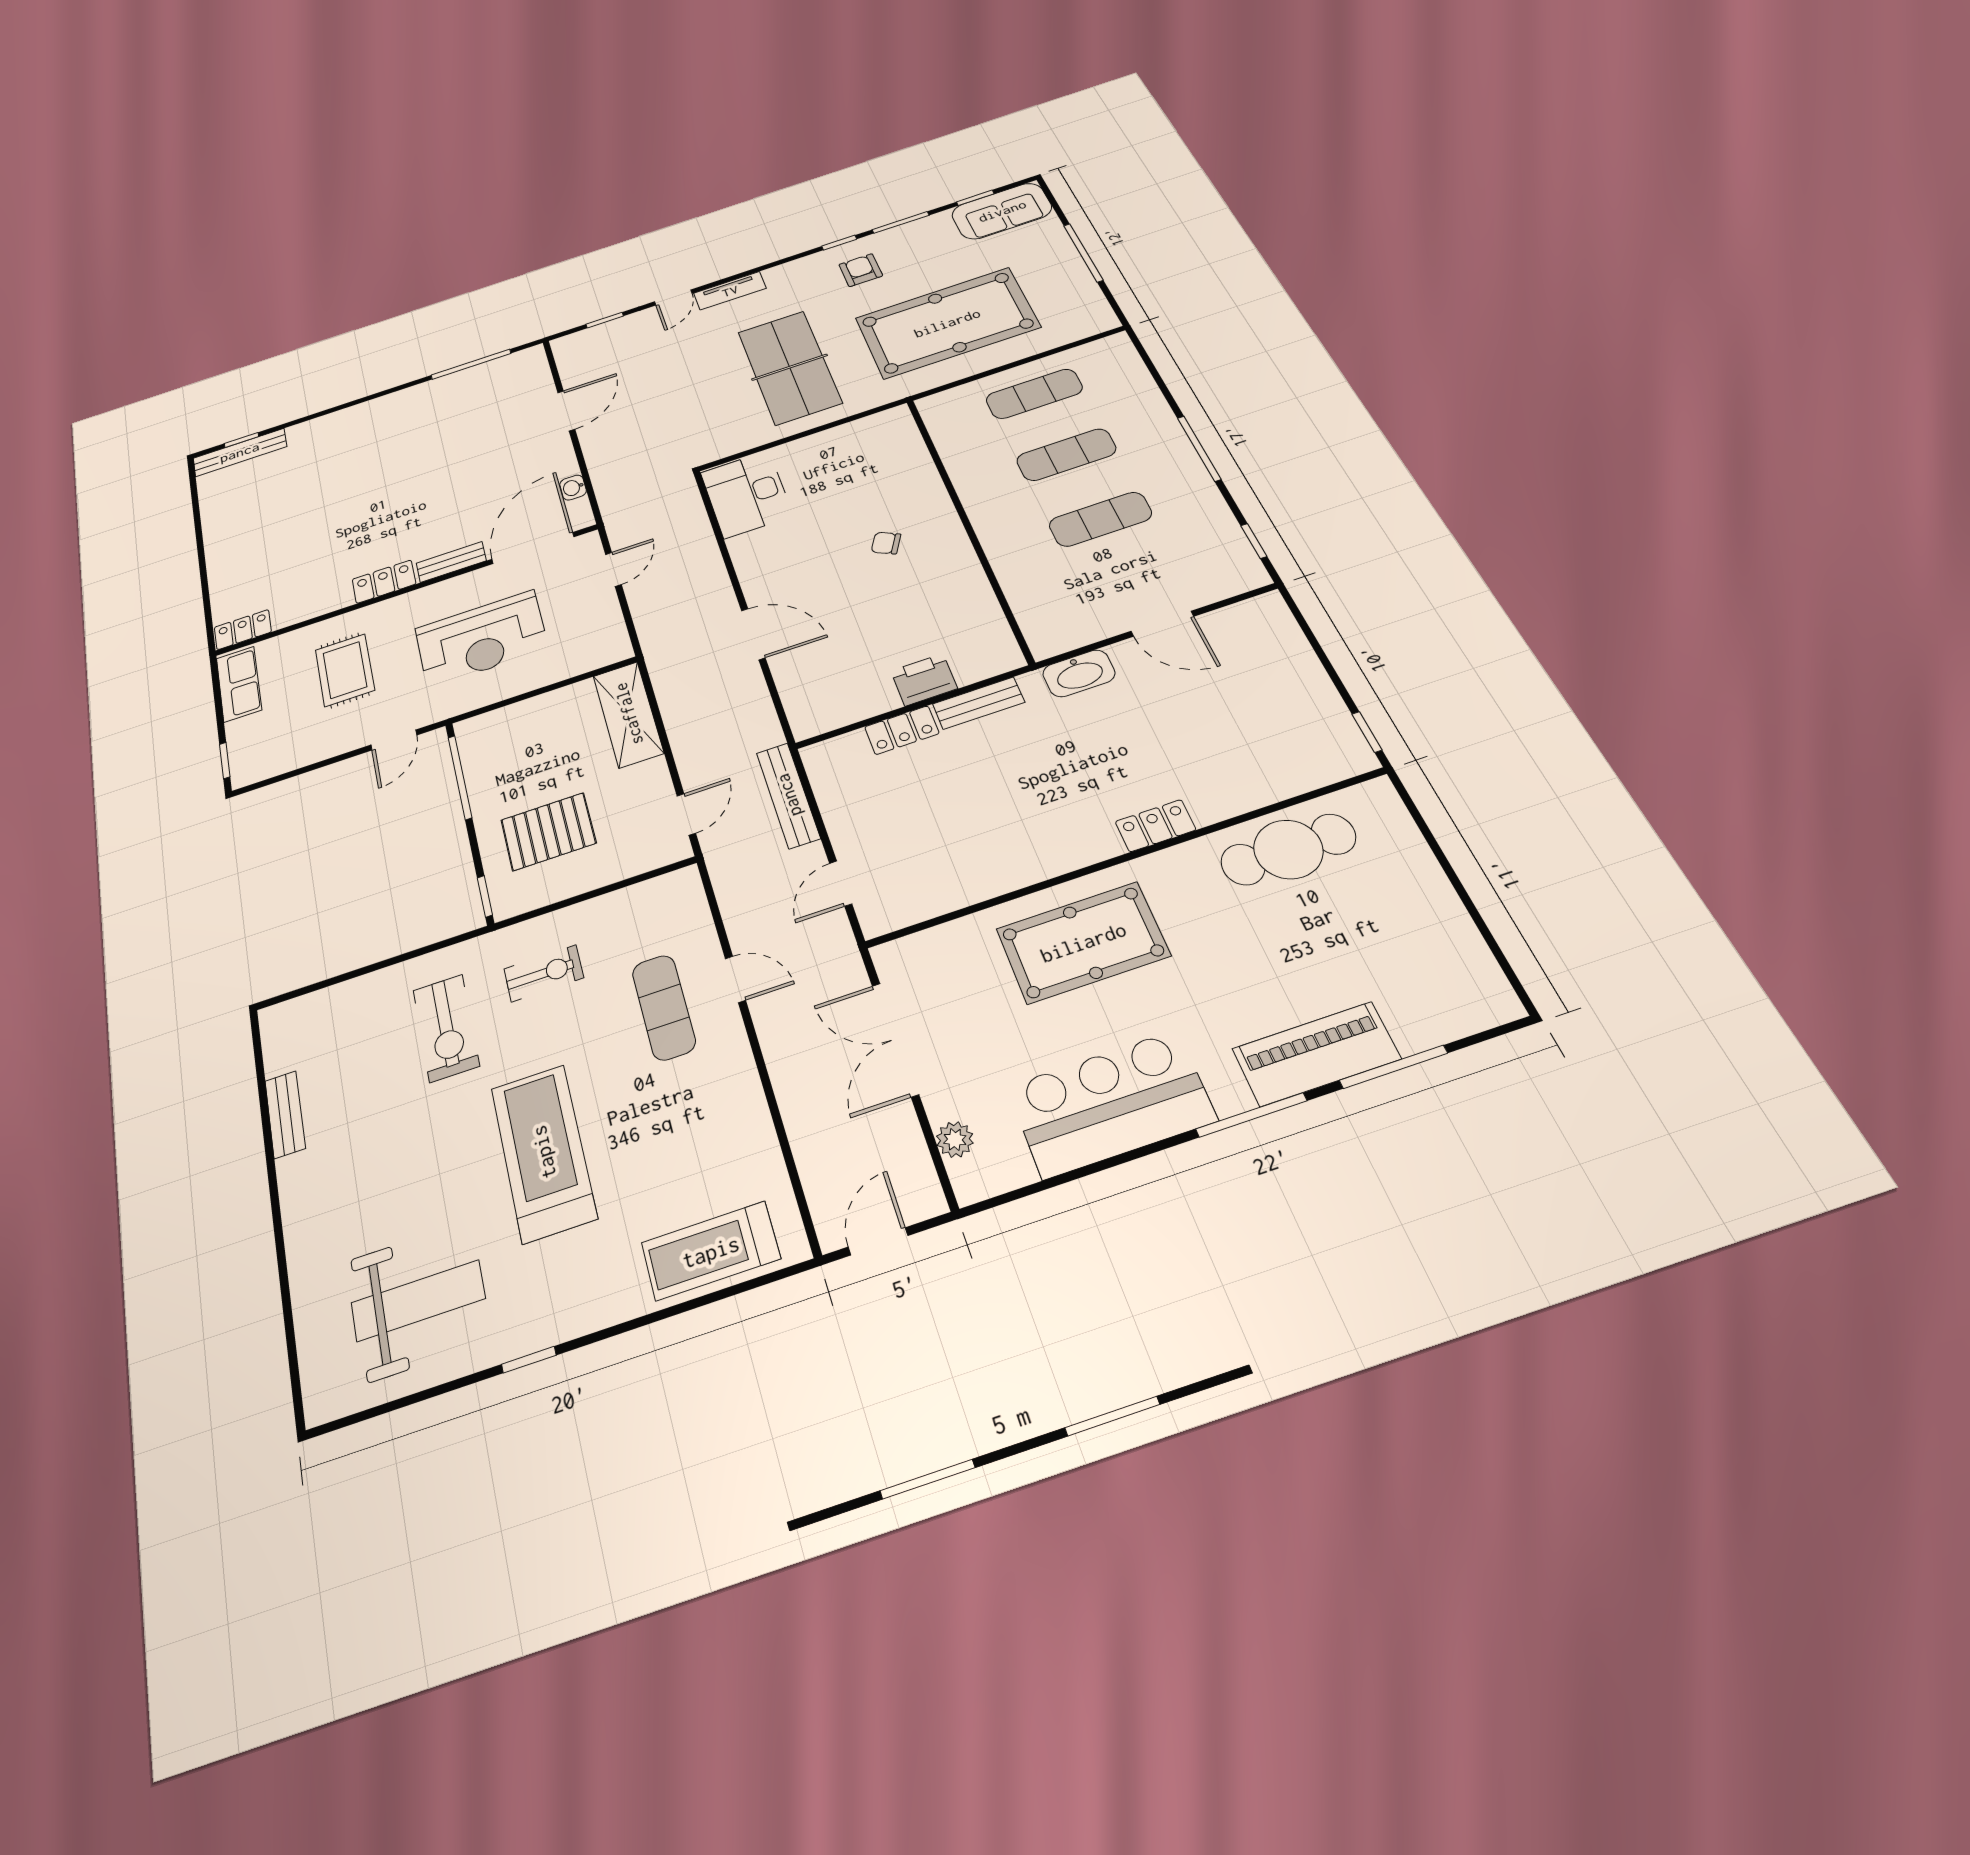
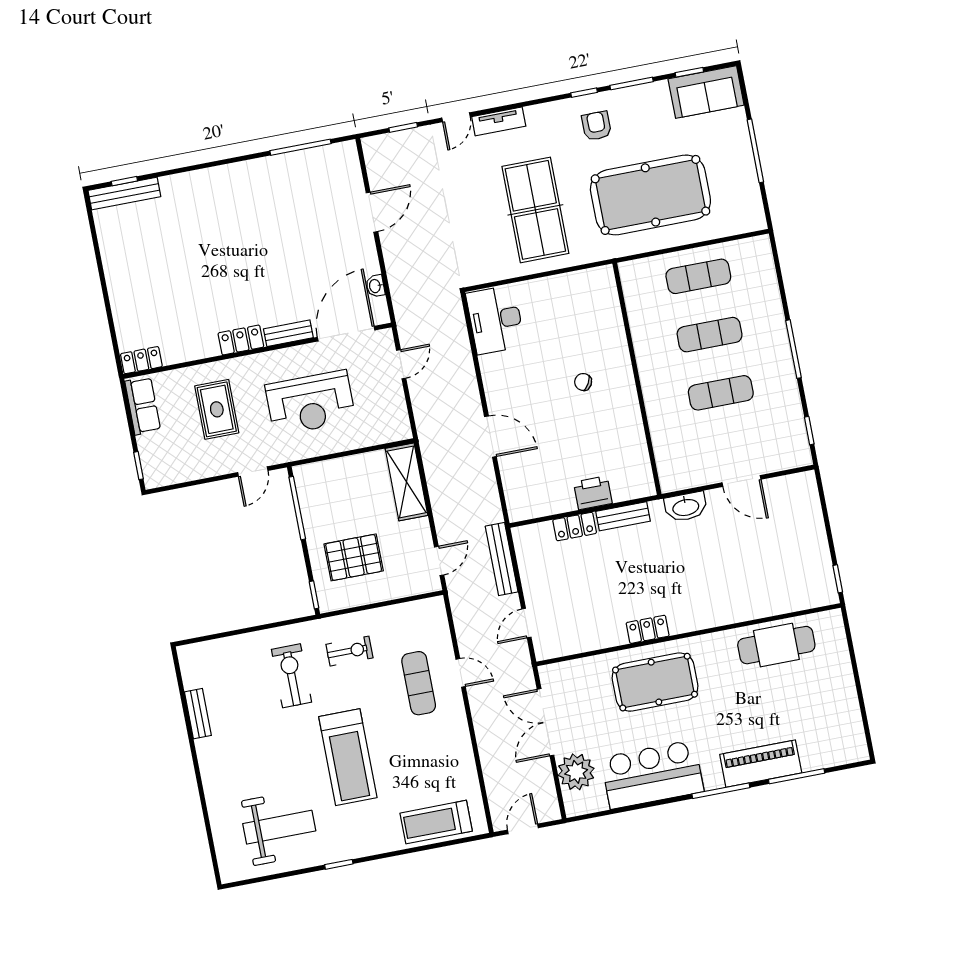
locker: (1155, 826) -> (648, 629), moved
exercise bike: (446, 1028) -> (292, 676), turned 180
plant: (955, 1140) -> (576, 772), width x1.87, depth x1.87
treadmill: (543, 1152) -> (348, 757), turned 180

